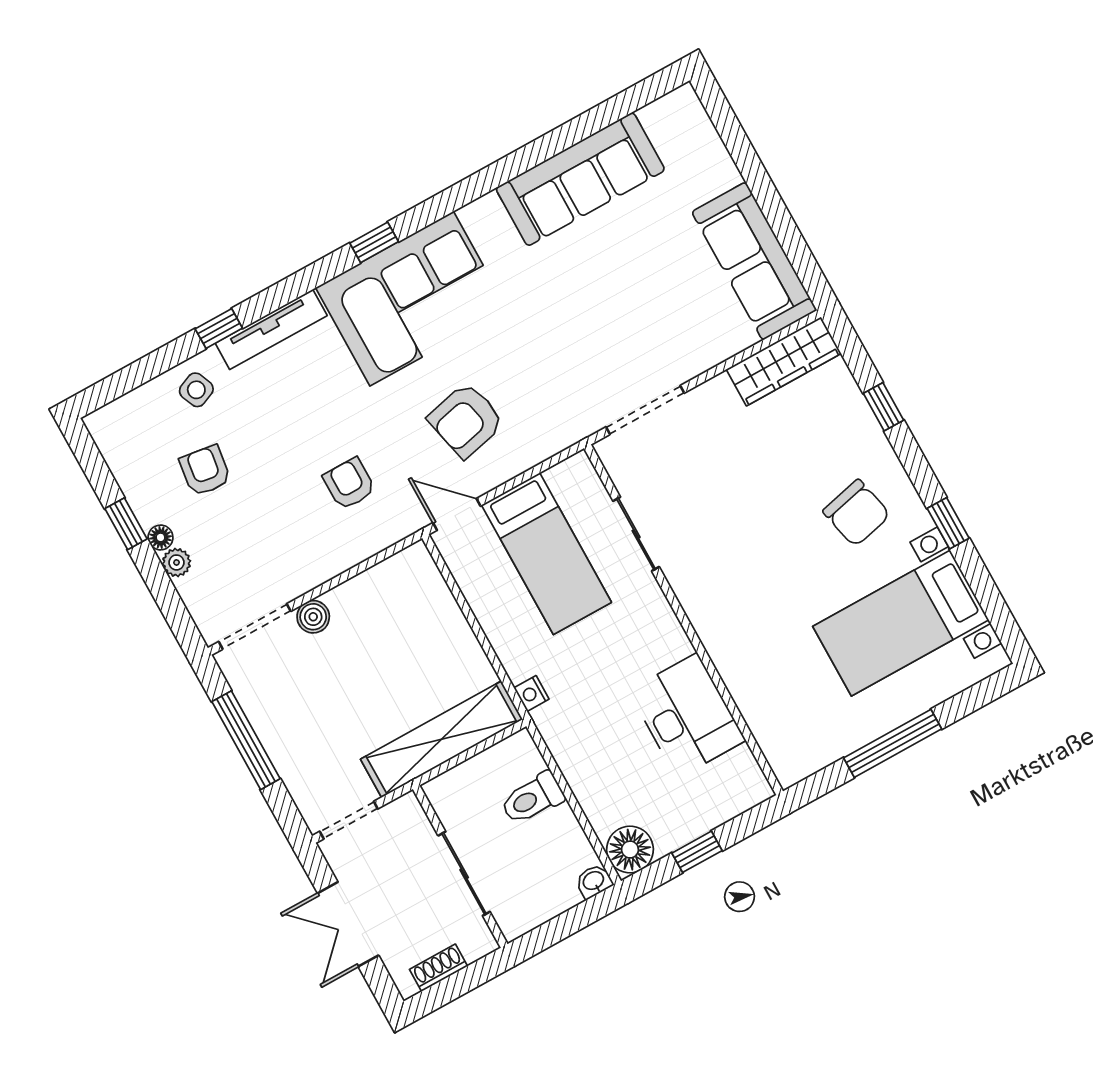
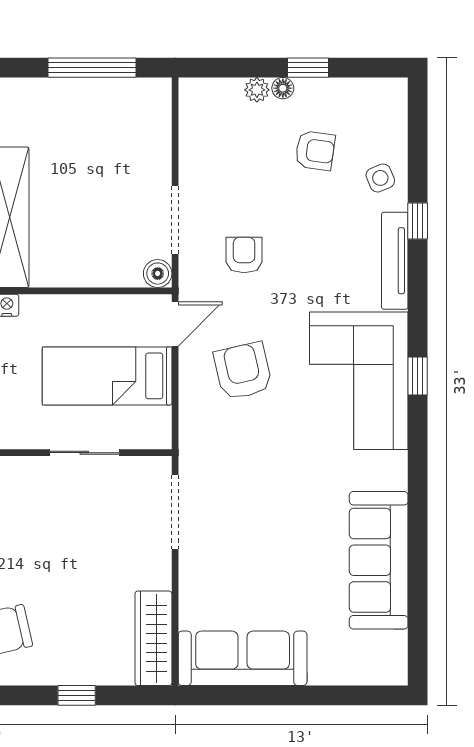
armchair: (349, 484) -> (244, 255), turned -90
boiler: (313, 617) -> (158, 274), moved
doorway: (255, 626) -> (175, 220), moved

